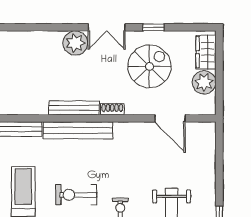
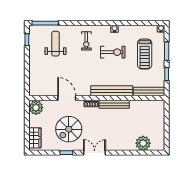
plant: (75, 43) -> (143, 143), moved
plant: (204, 82) -> (36, 108), moved
door: (170, 118) -> (67, 98), moved

